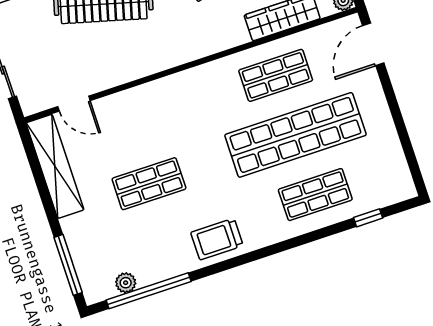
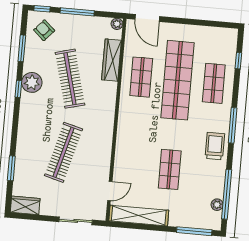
trolley: (217, 239) -> (215, 146), turned 180
window: (262, 253) -> (233, 125), added

